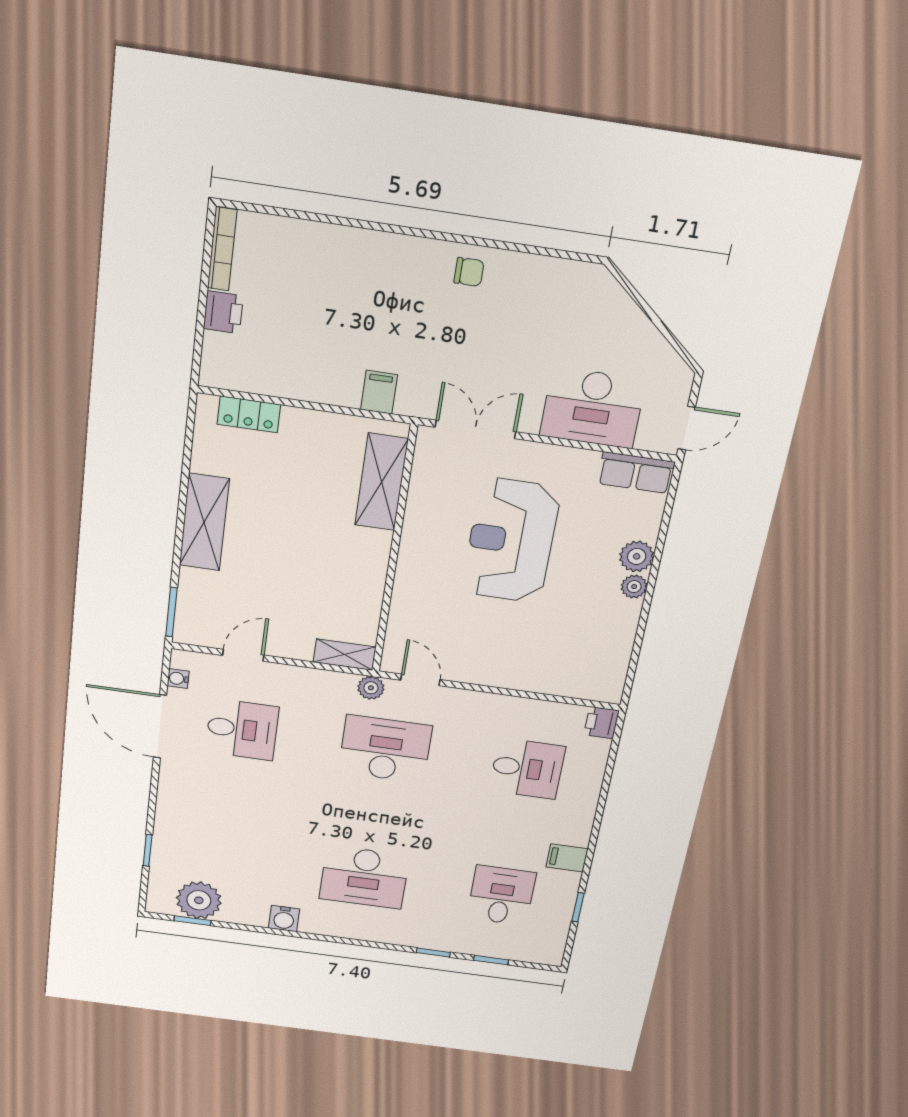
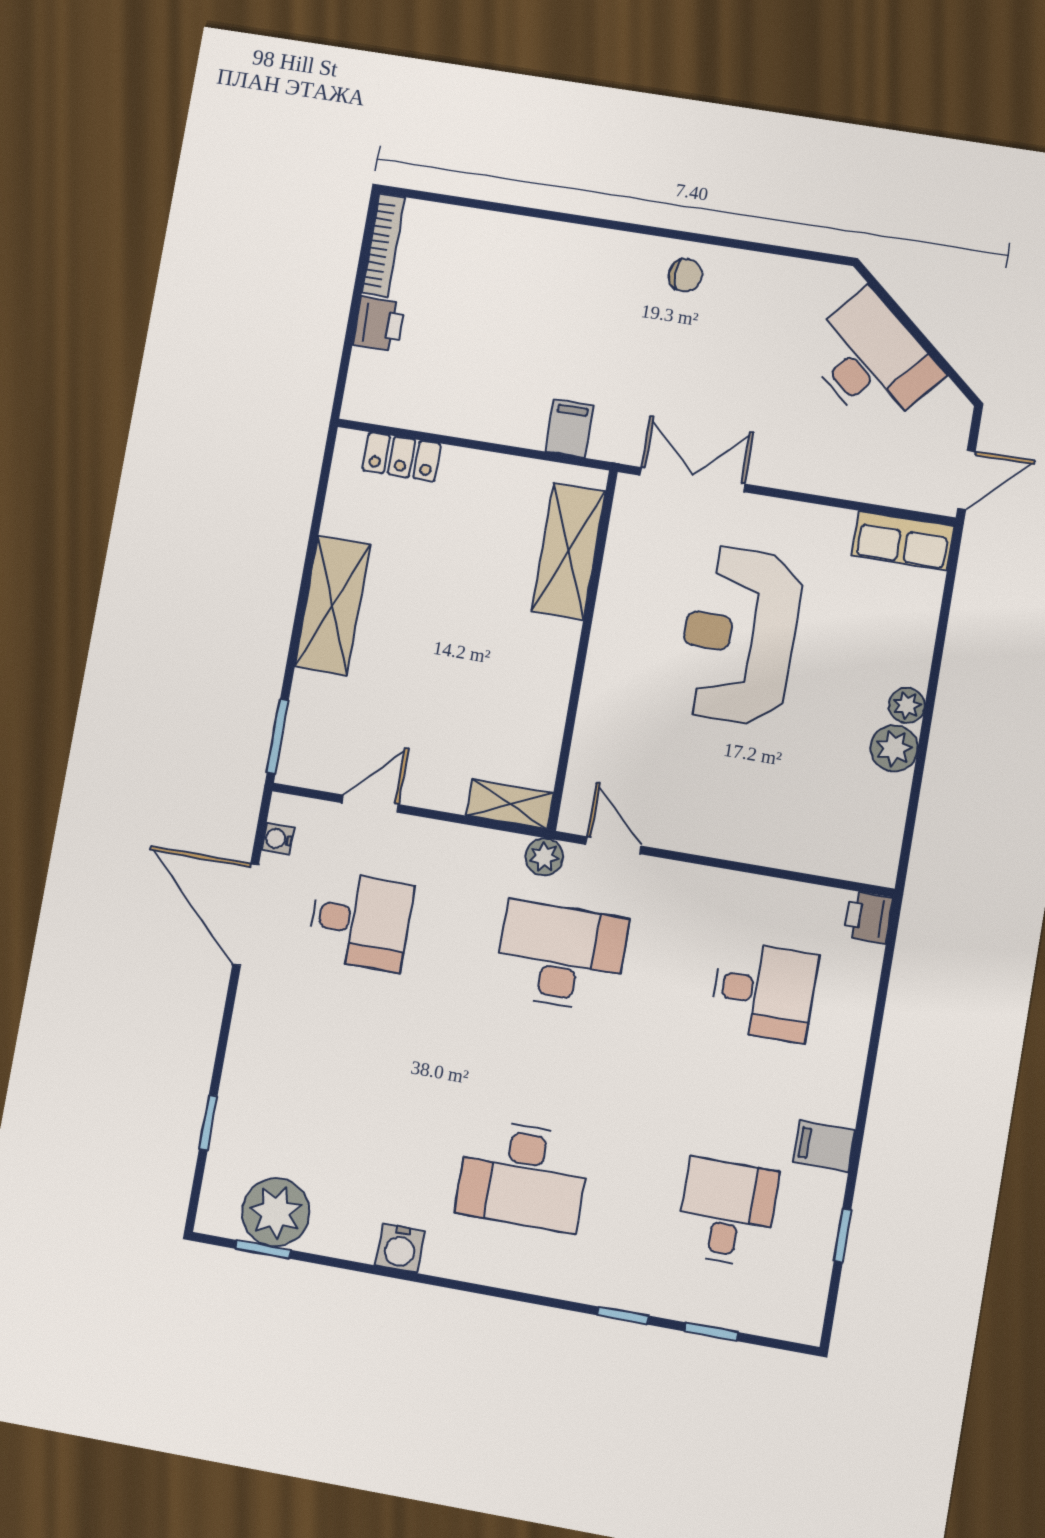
desk: (593, 408) -> (871, 360), moved, turned -139
plant: (637, 556) -> (894, 748), moved

